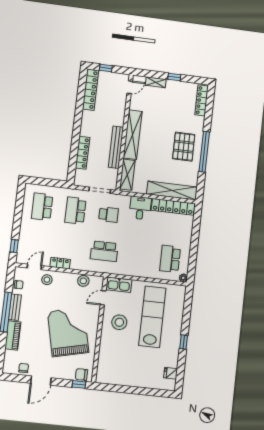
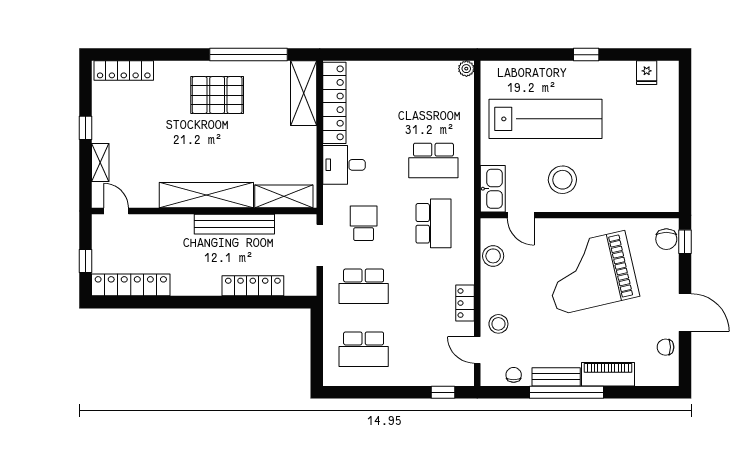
window: (204, 152) -> (248, 55), moved
shelving: (172, 191) -> (304, 93), width x0.68
school desk: (170, 259) -> (433, 160), moved
lab bench: (152, 317) -> (545, 119), turned 180

